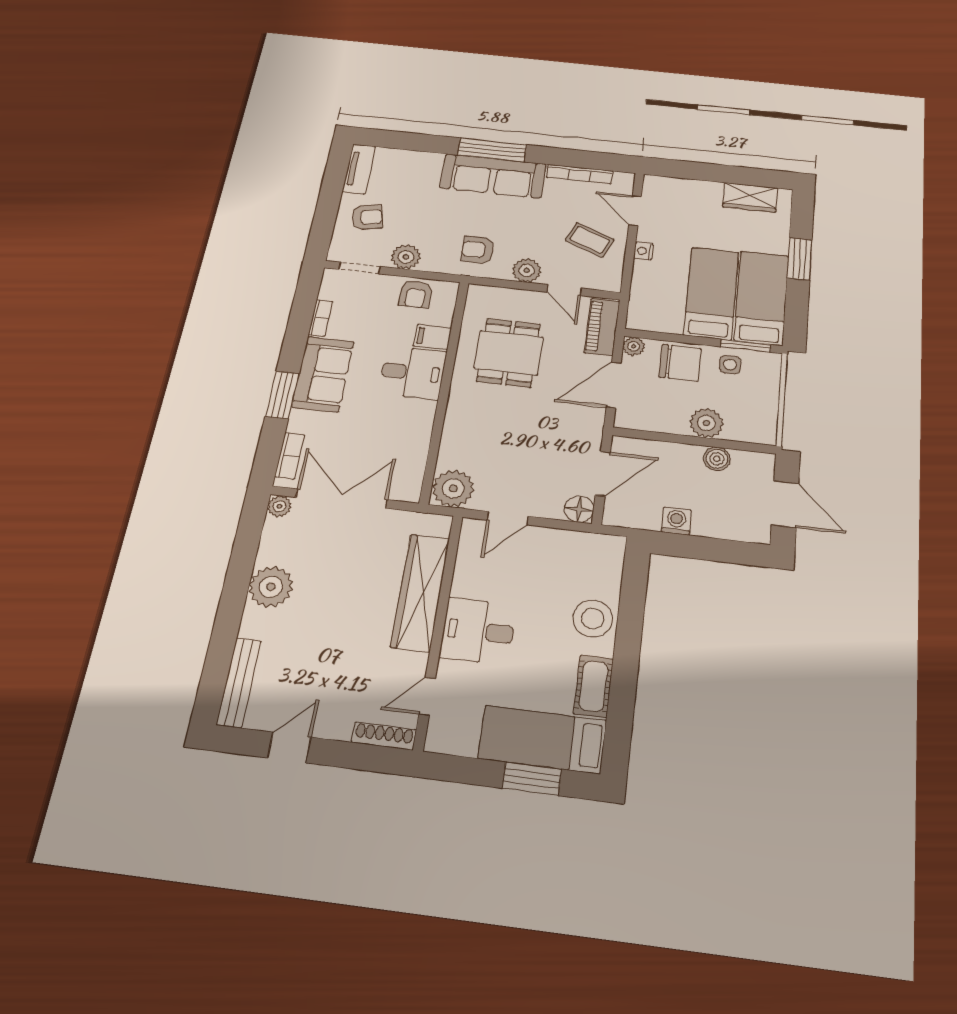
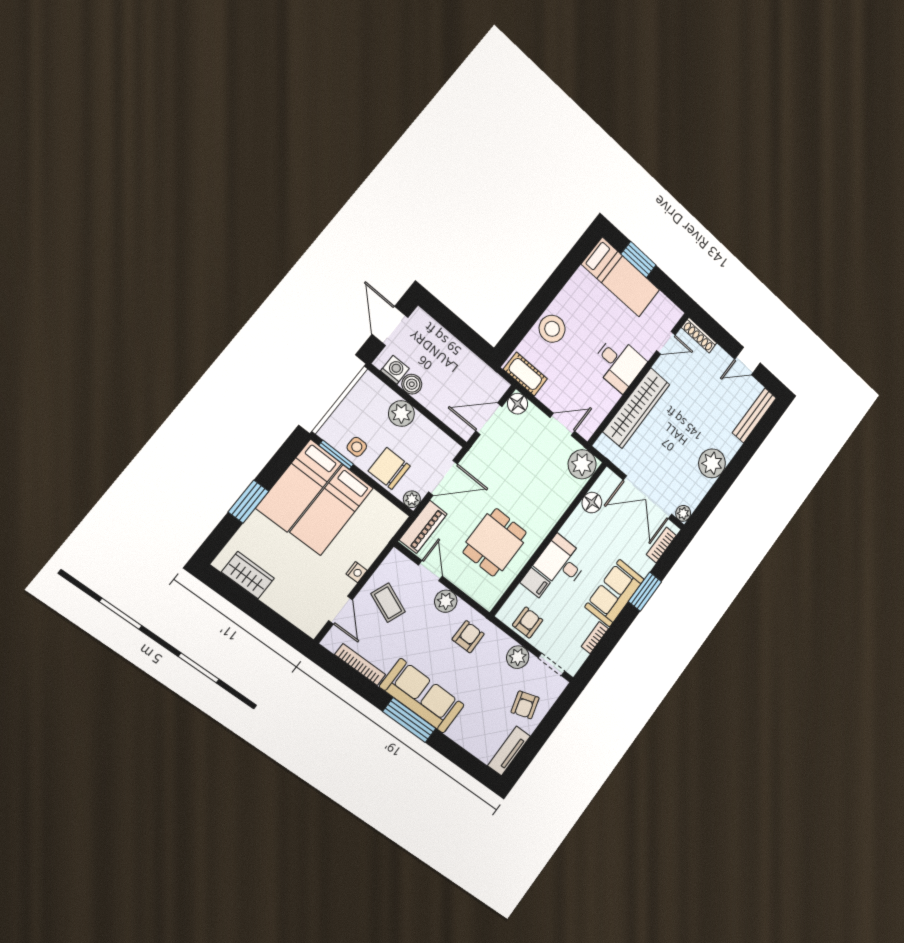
armchair: (367, 217) -> (525, 705), turned -95
armchair: (478, 250) -> (468, 637), turned -90
floor lamp: (414, 454) -> (592, 503), added
washing machine: (676, 521) -> (395, 370), moved, turned 180
cot: (593, 686) -> (525, 374), moved, turned 90

